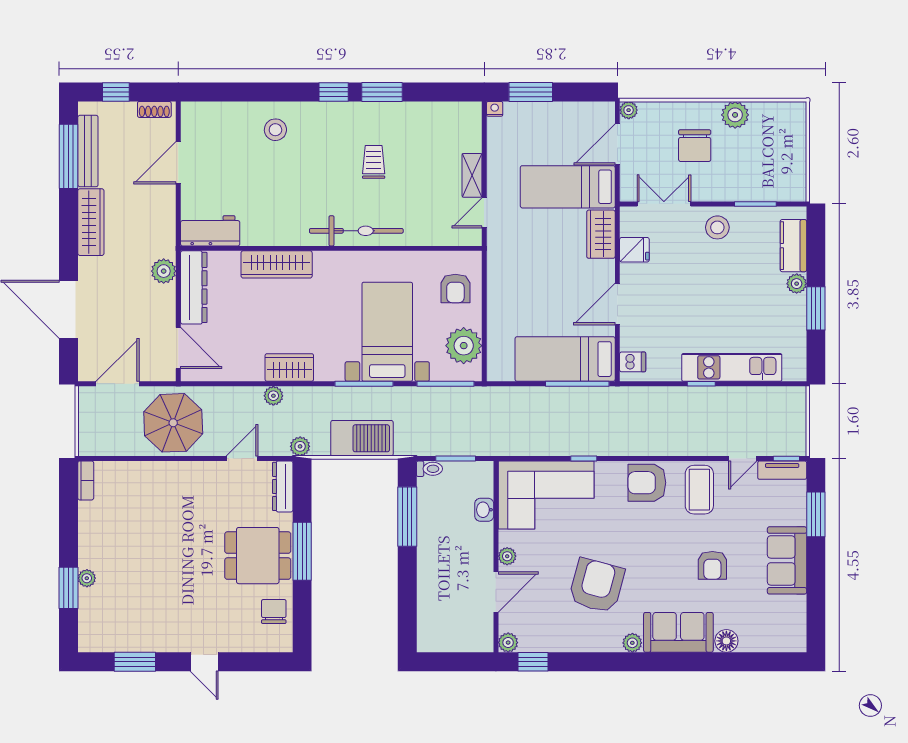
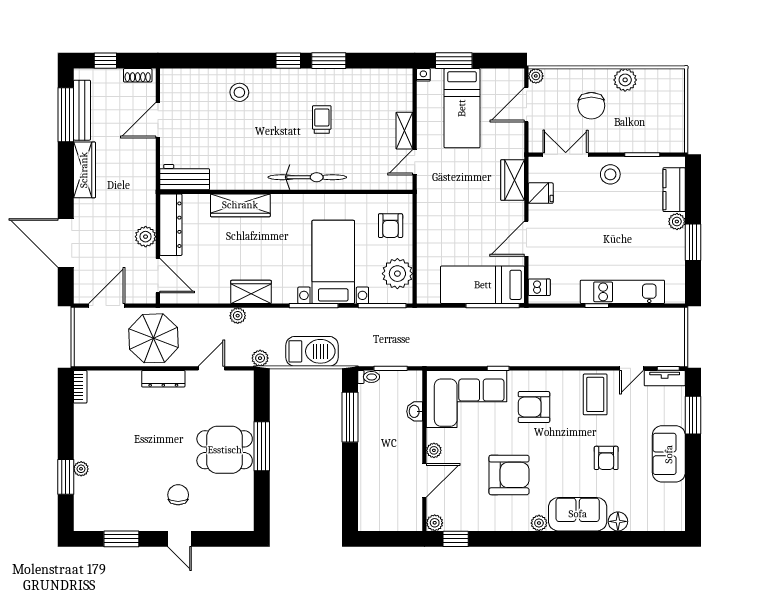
bed: (568, 187) -> (462, 108), moved, turned -90
plant: (164, 271) -> (146, 237), moved
armchair: (647, 483) -> (534, 407), moved
dresser: (283, 486) -> (163, 379), moved, turned -90
armchair: (597, 586) -> (509, 475), turned 75
chair: (274, 611) -> (178, 495), moved

